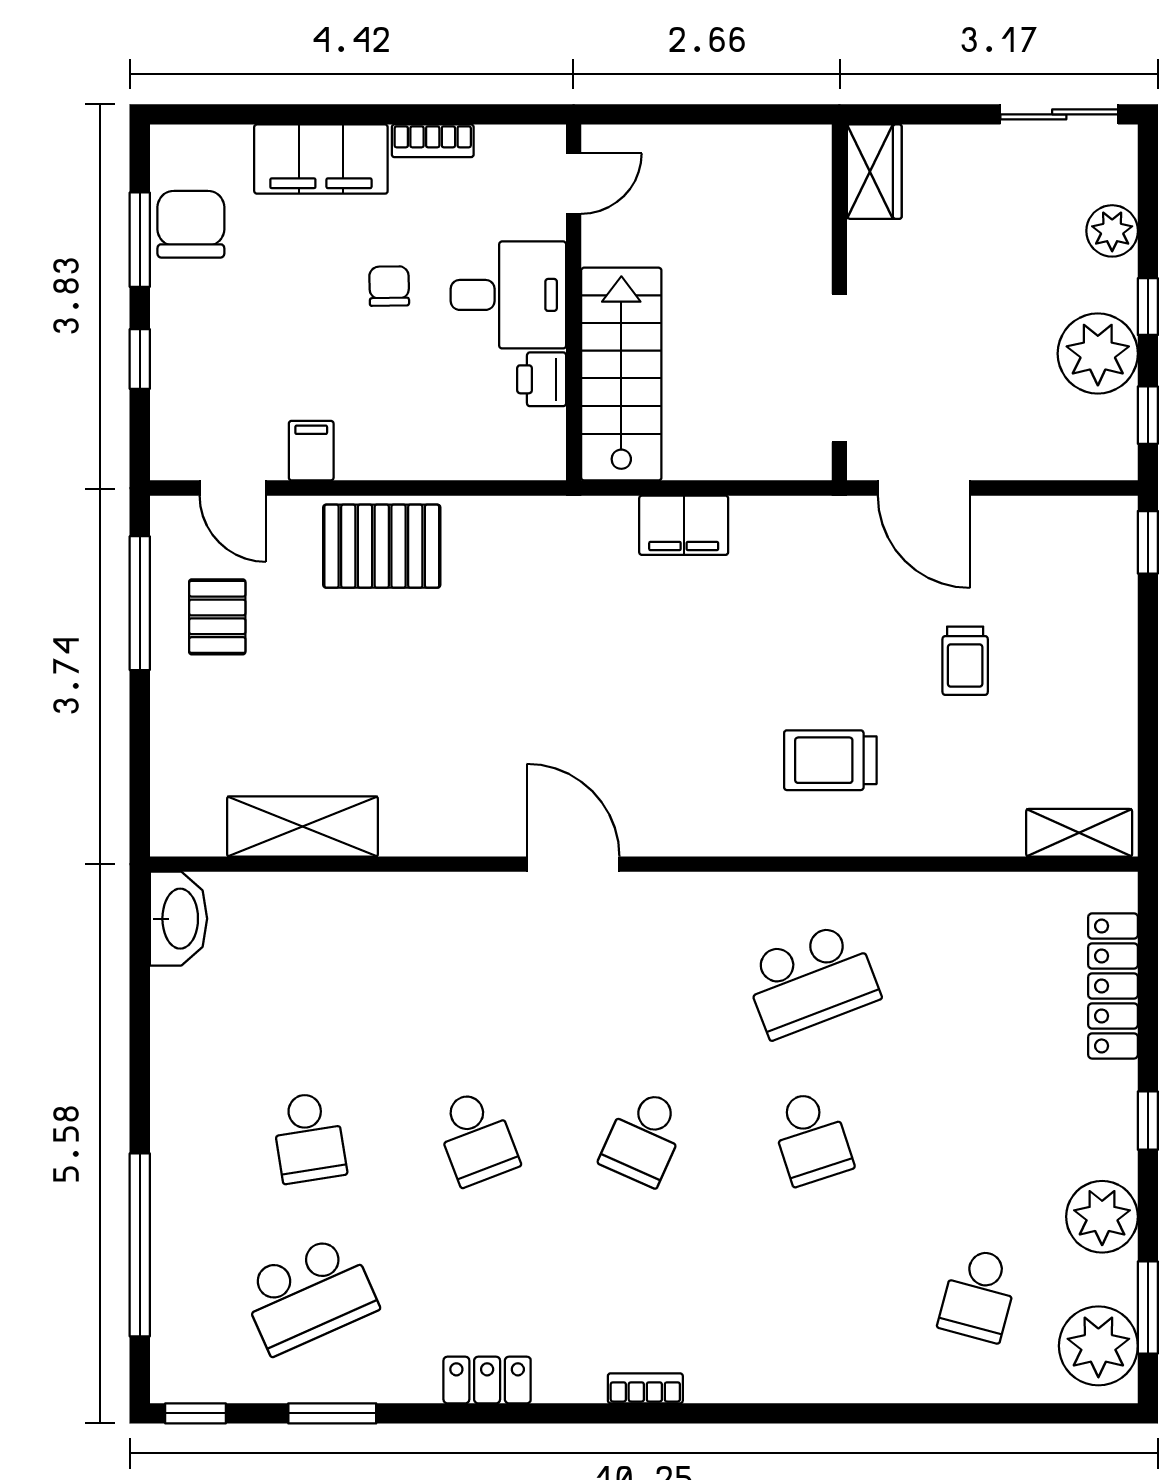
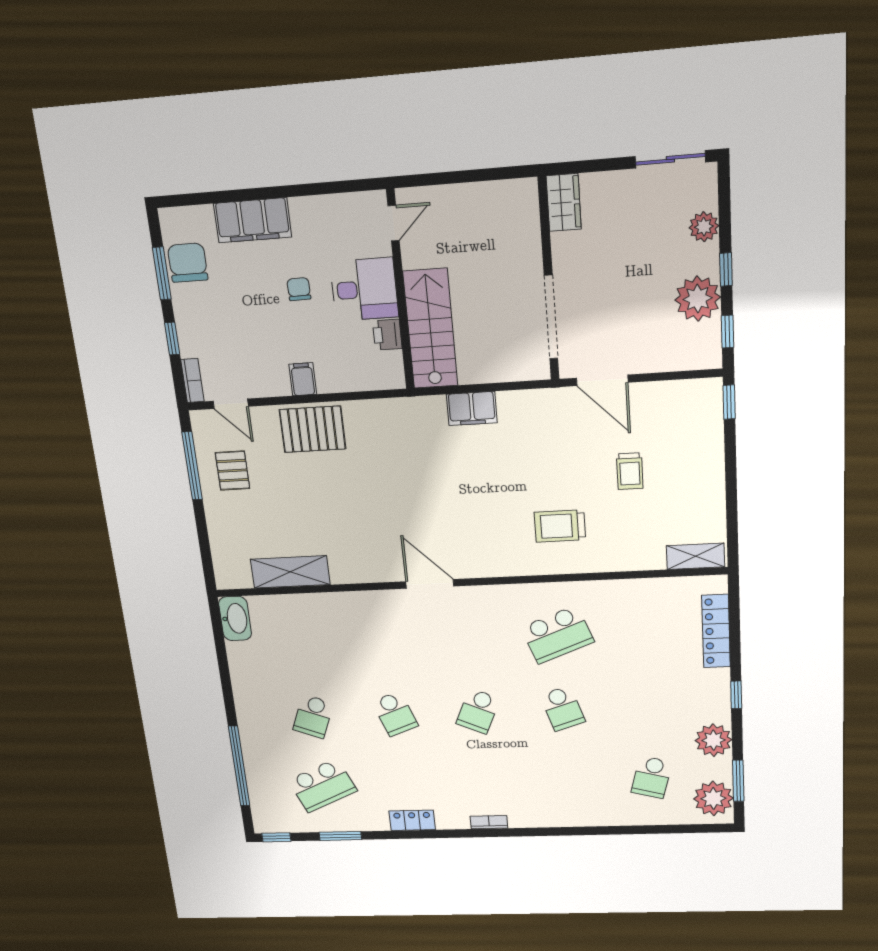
bookcase: (433, 141) -> (192, 381), moved, turned -90
filing cabinet: (311, 451) -> (303, 379), moved
school desk: (309, 1138) -> (313, 716), turned 30

